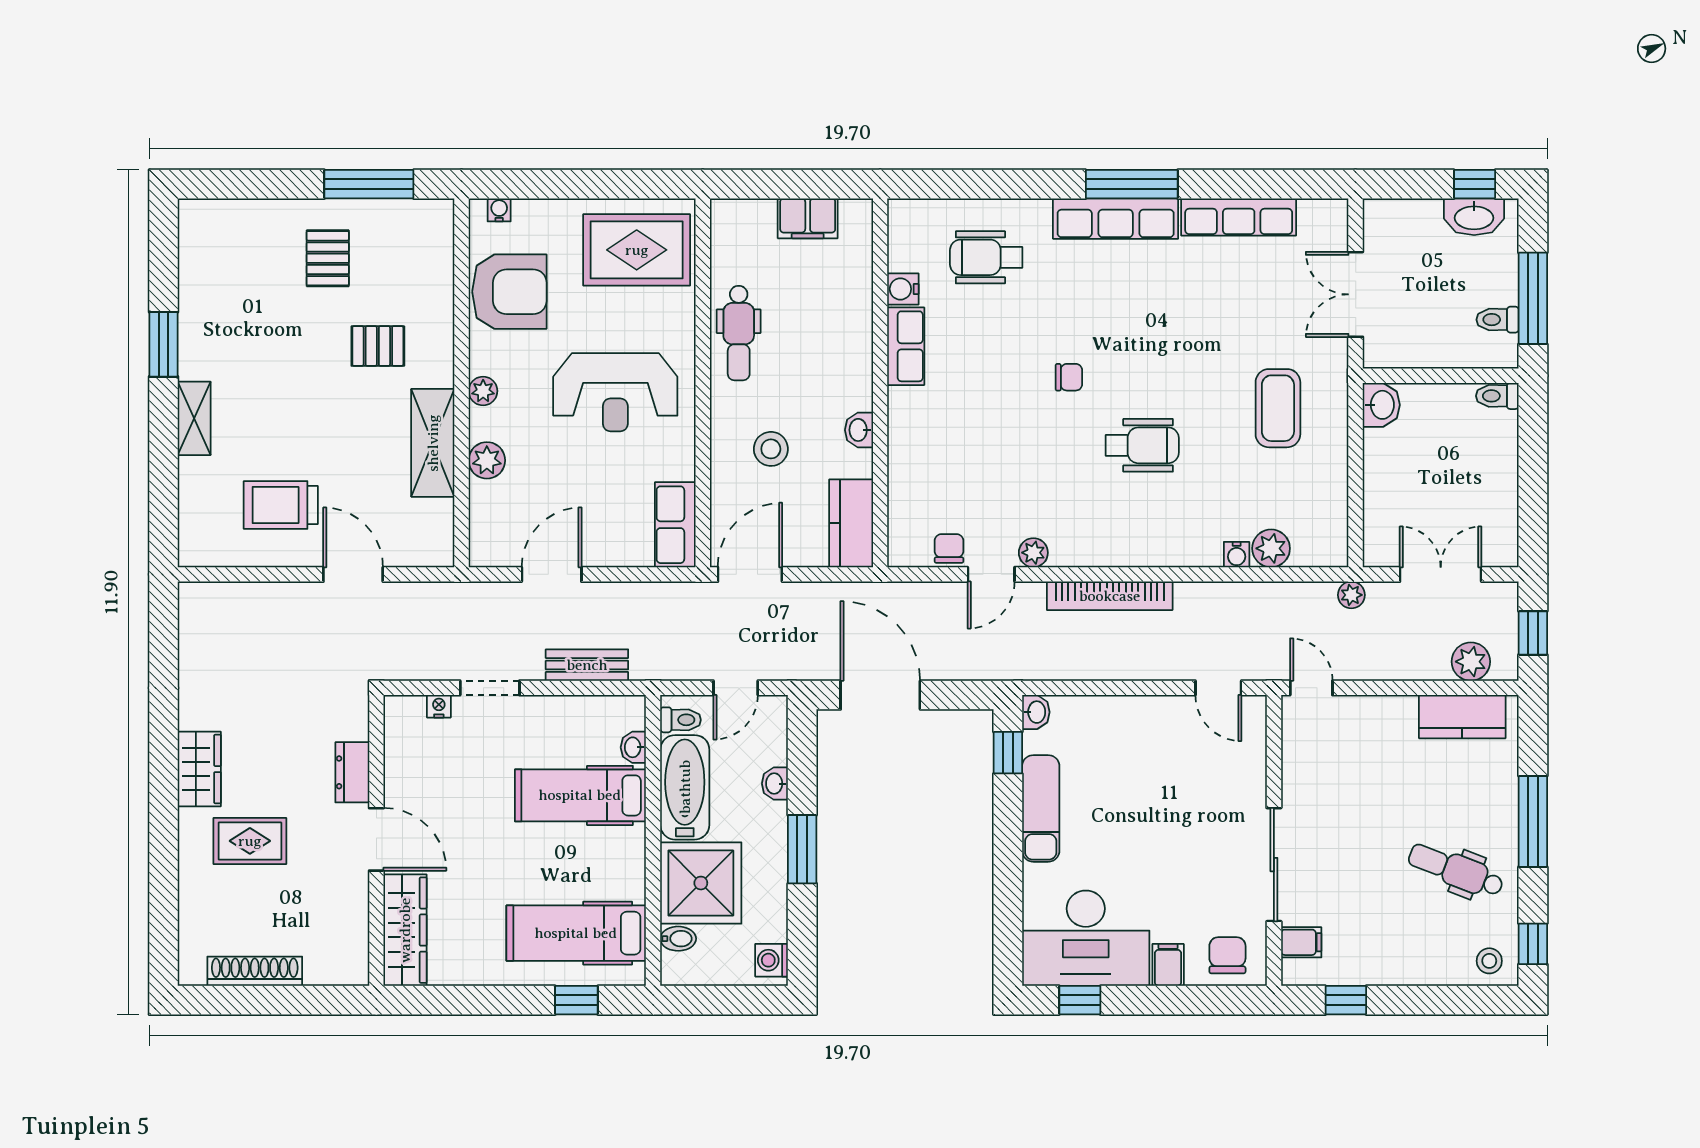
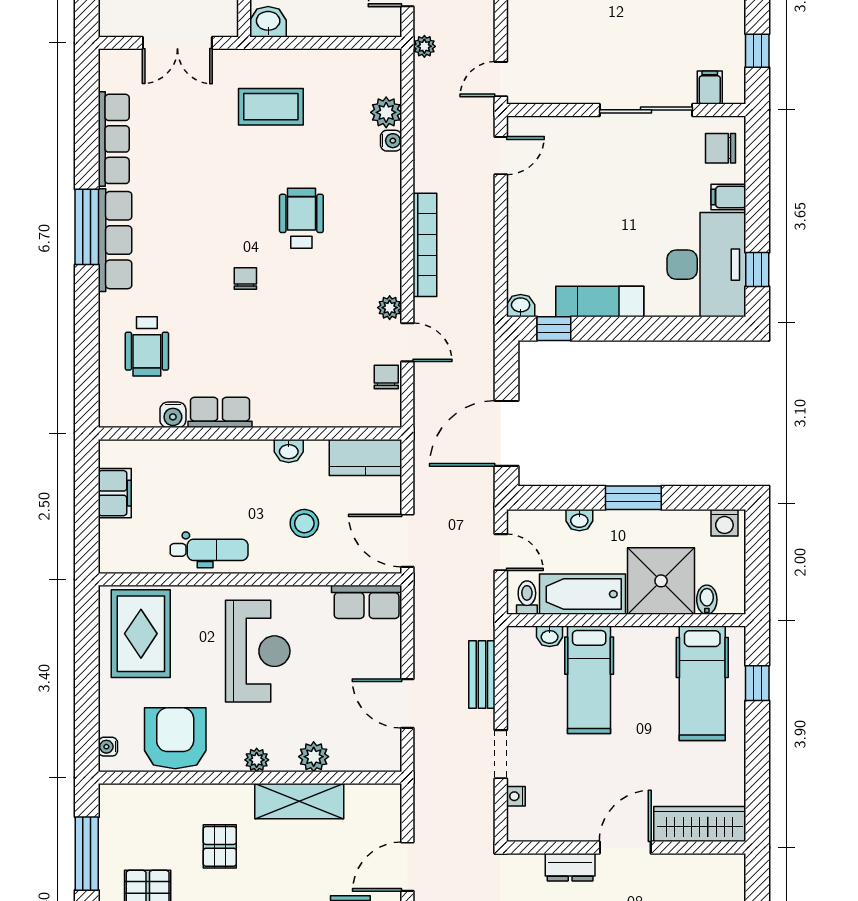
chair: (949, 549) -> (386, 377), turned 90

